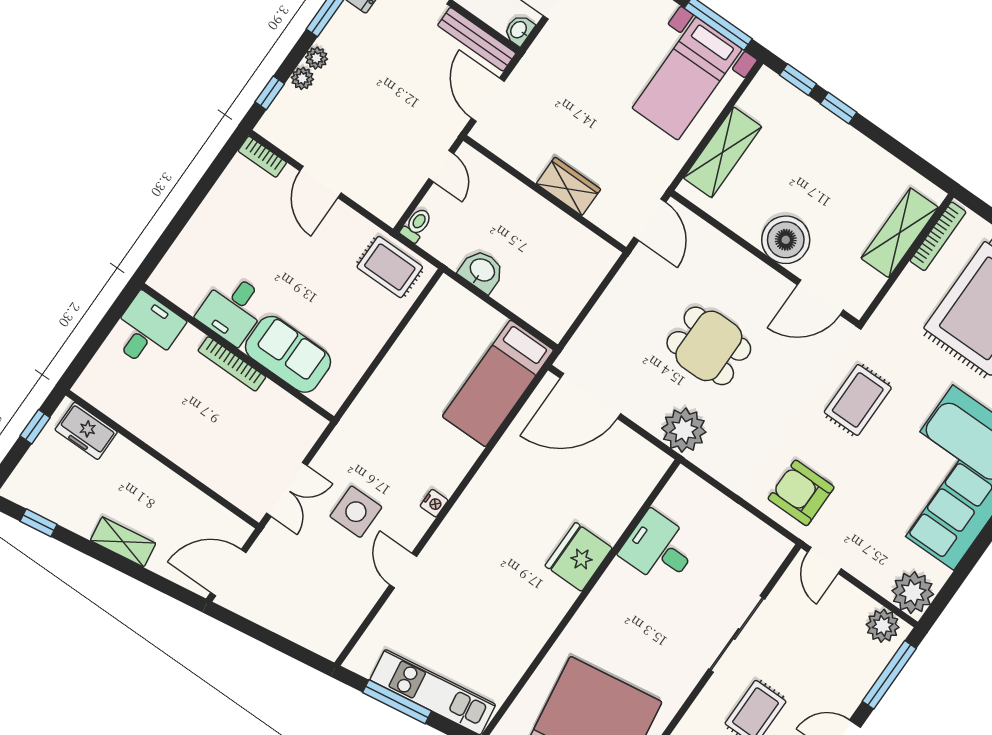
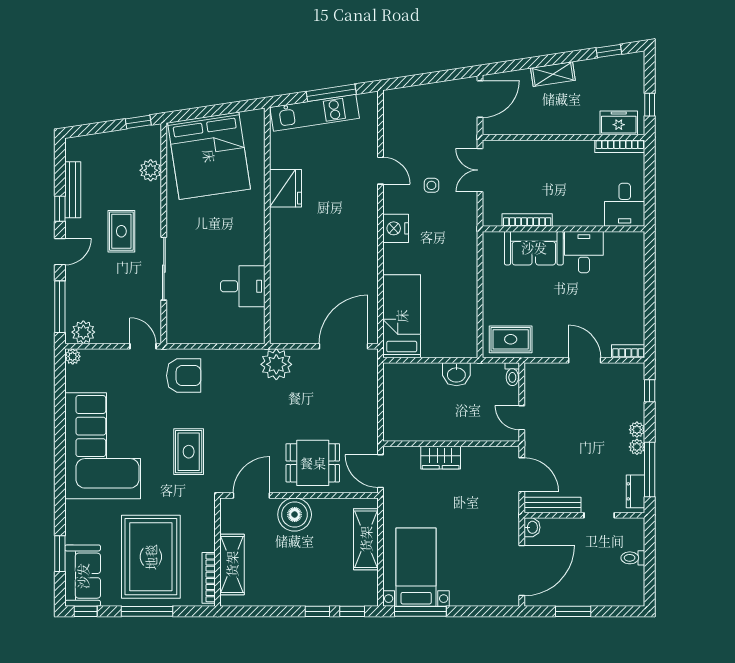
plant: (302, 78) -> (637, 447), moved
dining table: (709, 346) -> (313, 463), moved
bookcase: (232, 364) -> (527, 220), moved
bookcase: (104, 403) -> (620, 146), added
nightstand: (434, 503) -> (396, 228), width x1.89, depth x1.79
side table: (356, 512) -> (431, 185), width x0.54, depth x0.54
fridge: (579, 557) -> (286, 188), moved
plant: (913, 593) -> (73, 356), width x0.53, depth x0.53

